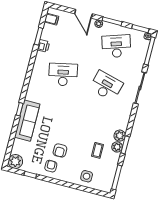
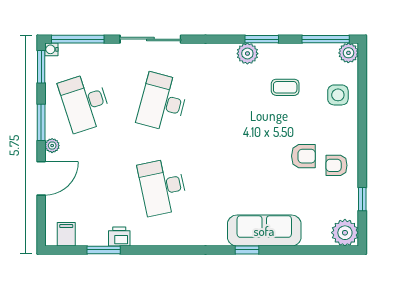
plant: (117, 147) -> (348, 53), moved

